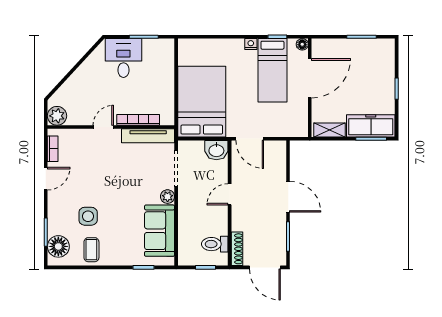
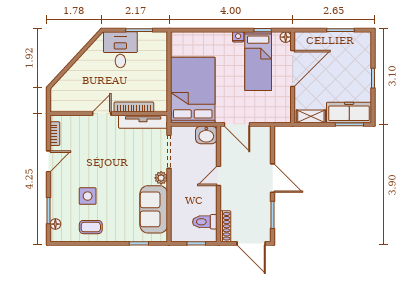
plant: (57, 116) -> (59, 103), removed
floor lamp: (58, 246) -> (55, 224), width x0.53, depth x0.53
coffee table: (91, 250) -> (91, 227), turned 90

